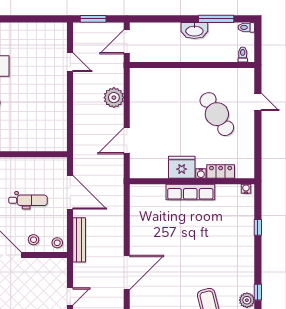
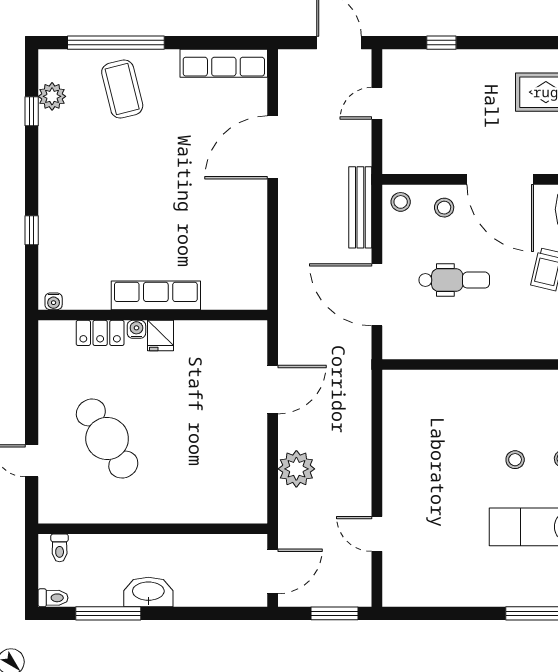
fridge: (182, 167) -> (160, 335), width x0.53, depth x0.75
dental chair: (28, 200) -> (454, 280), turned 180

